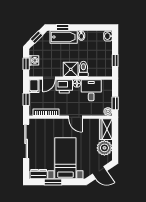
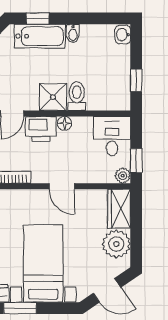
desk: (91, 90) -> (112, 136), moved

